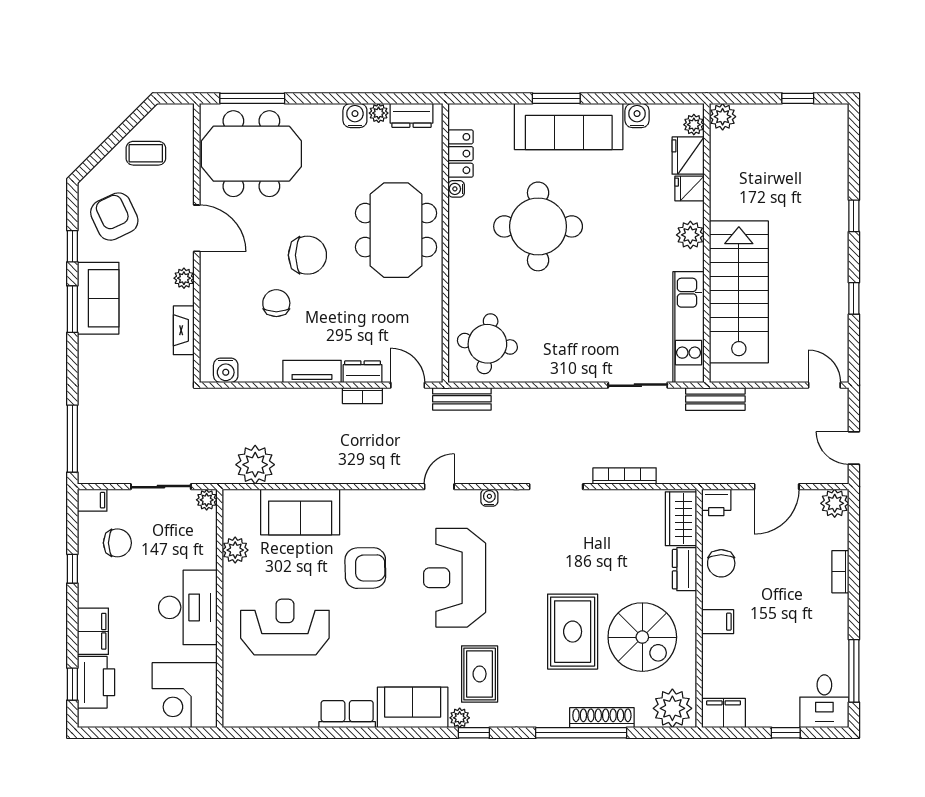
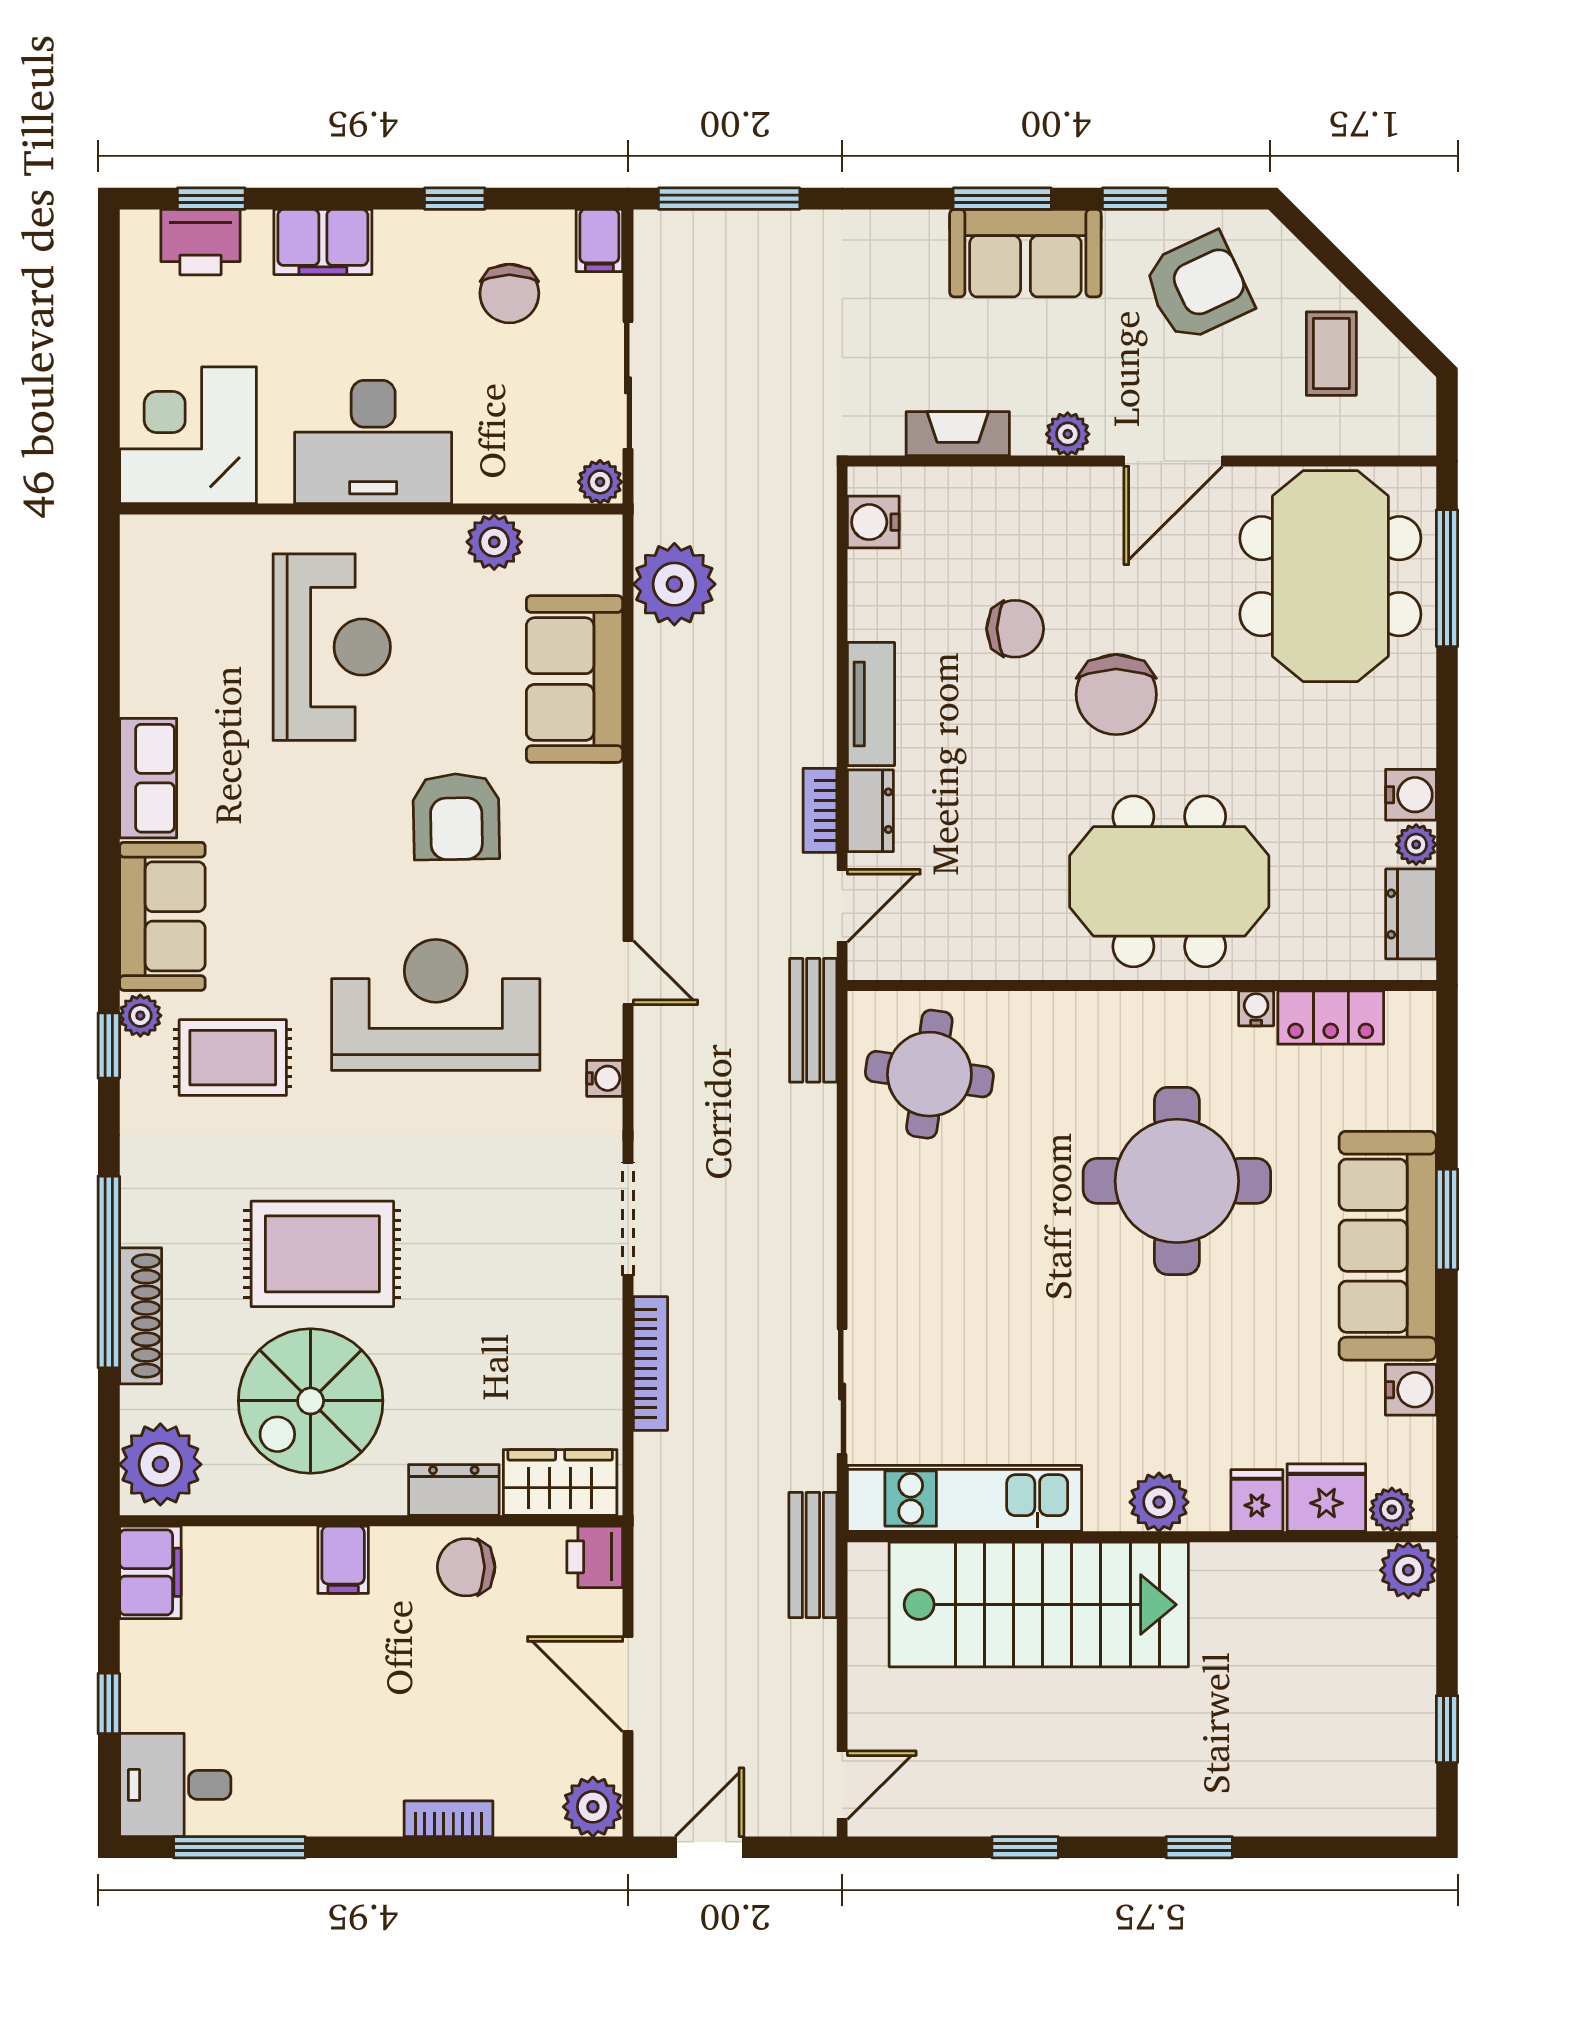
printer: (96, 682) -> (200, 242), width x0.73, depth x0.84

